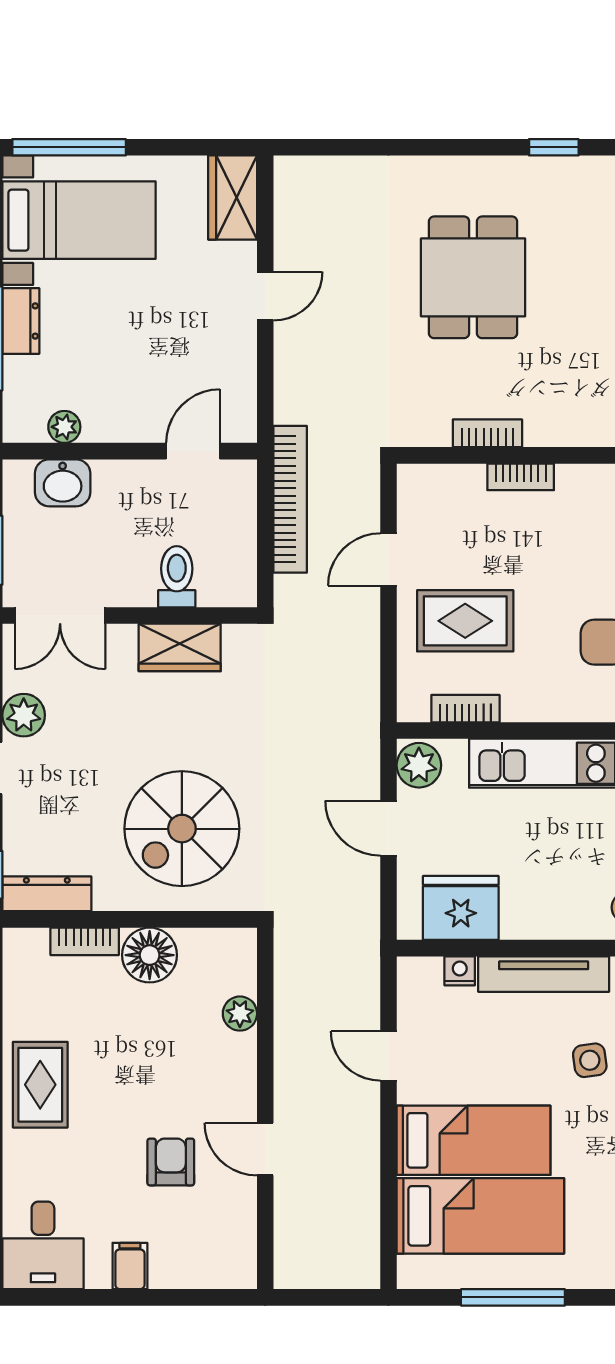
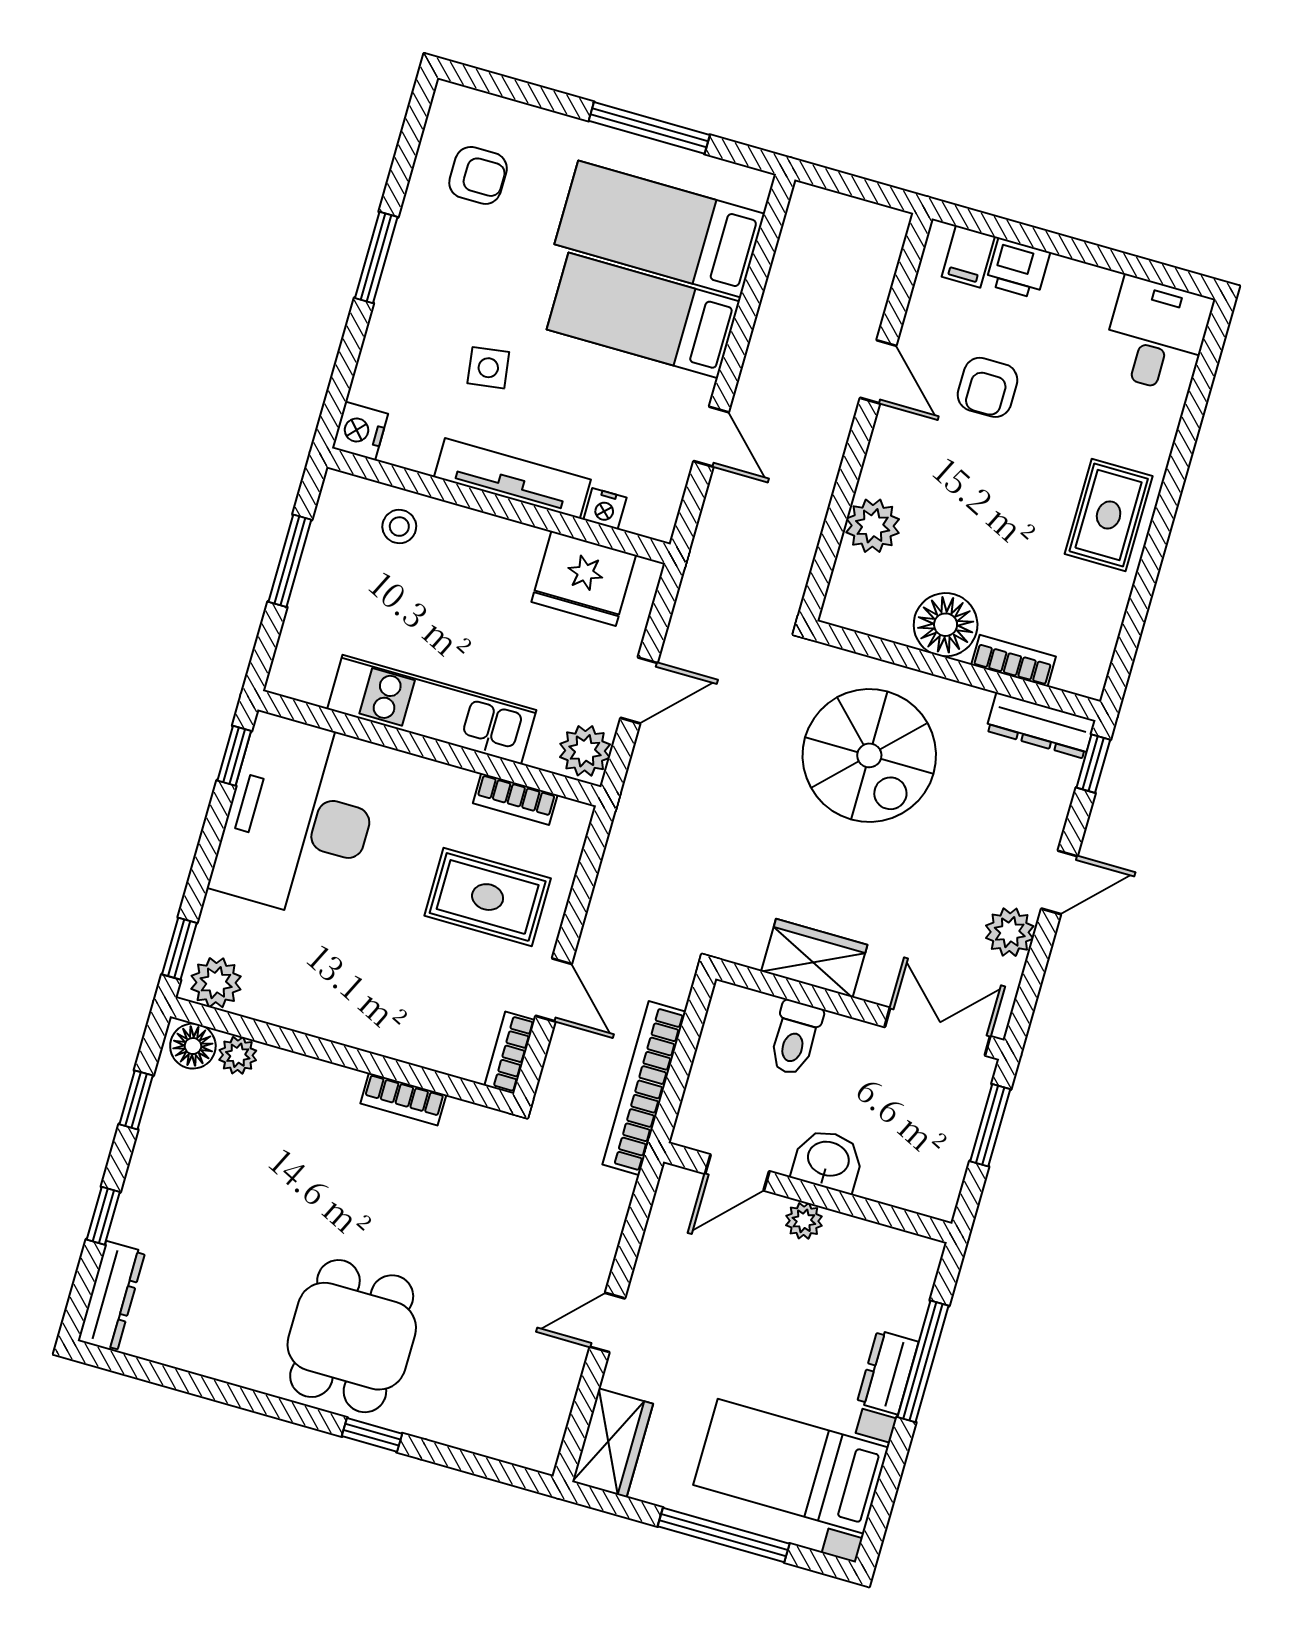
window: (69, 147) -> (724, 1535), moved
window: (554, 147) -> (372, 1435), moved
dining table: (473, 277) -> (352, 1336), moved
plant: (64, 427) -> (804, 1221), moved
bookcase: (521, 477) -> (510, 1053), moved, turned -90
washbasin: (63, 483) -> (828, 1160), moved
door: (388, 559) -> (554, 990), hinge flipped
door: (388, 828) -> (639, 690), hinge flipped
spiral stairs: (182, 829) -> (869, 755), turned 90
plant: (240, 1014) -> (873, 526), width x1.38, depth x1.38
filing cabinet: (130, 1266) -> (968, 257), moved
printer: (174, 1268) -> (1018, 268), added

